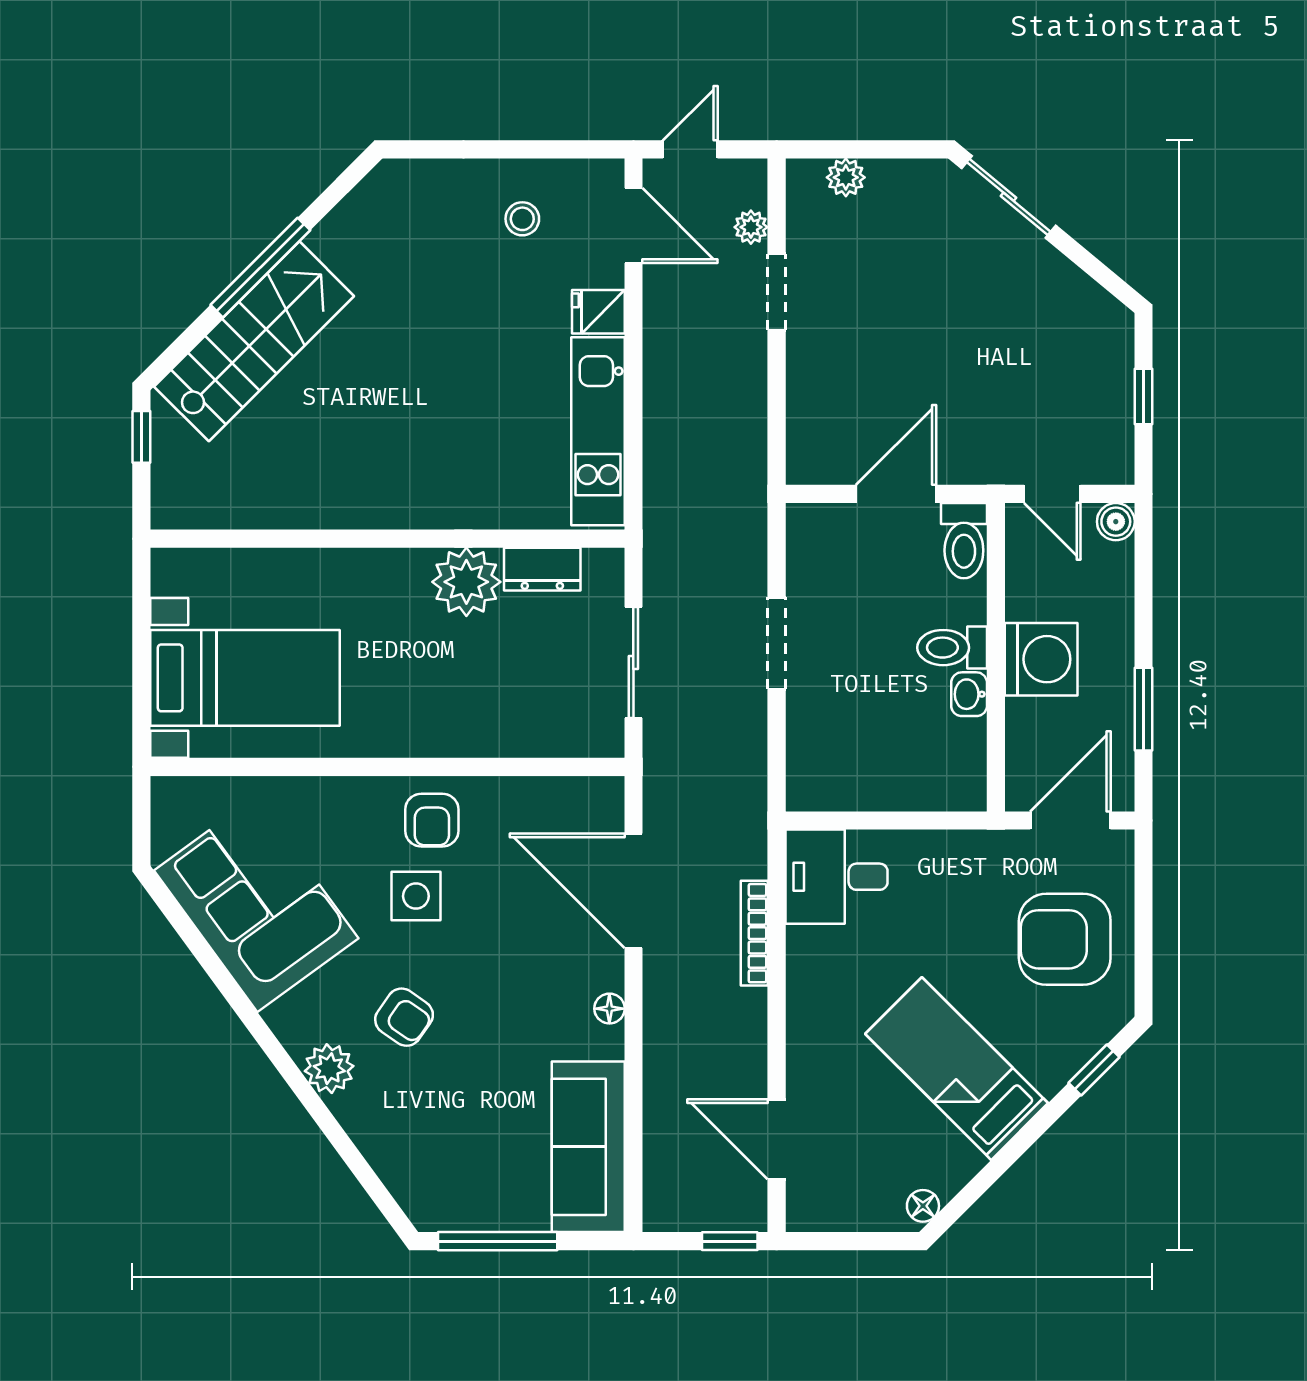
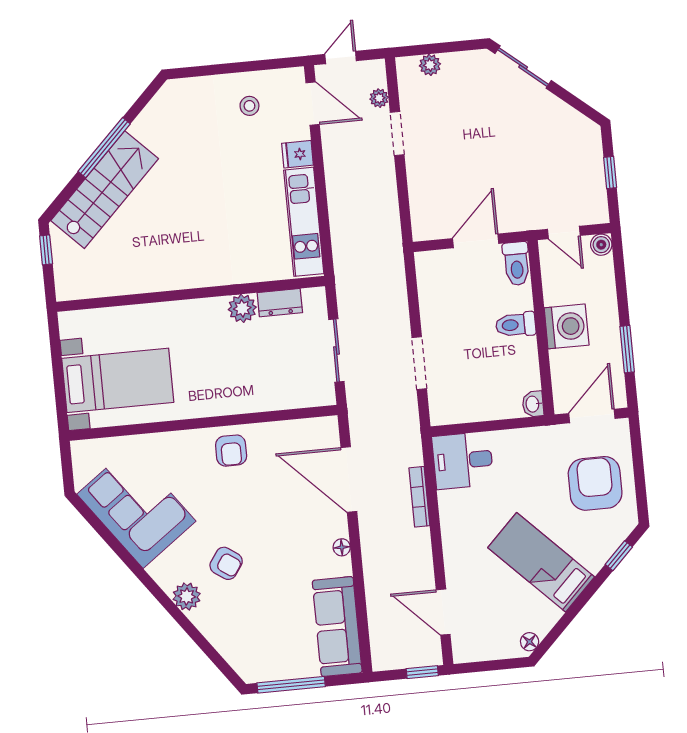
plant: (466, 582) -> (242, 308), width x0.73, depth x0.73
doorway: (777, 643) -> (419, 363), moved
washbasin: (969, 694) -> (533, 404), moved
side table: (416, 896) -> (226, 494), removed
armchair: (1065, 939) -> (595, 483), turned 90

